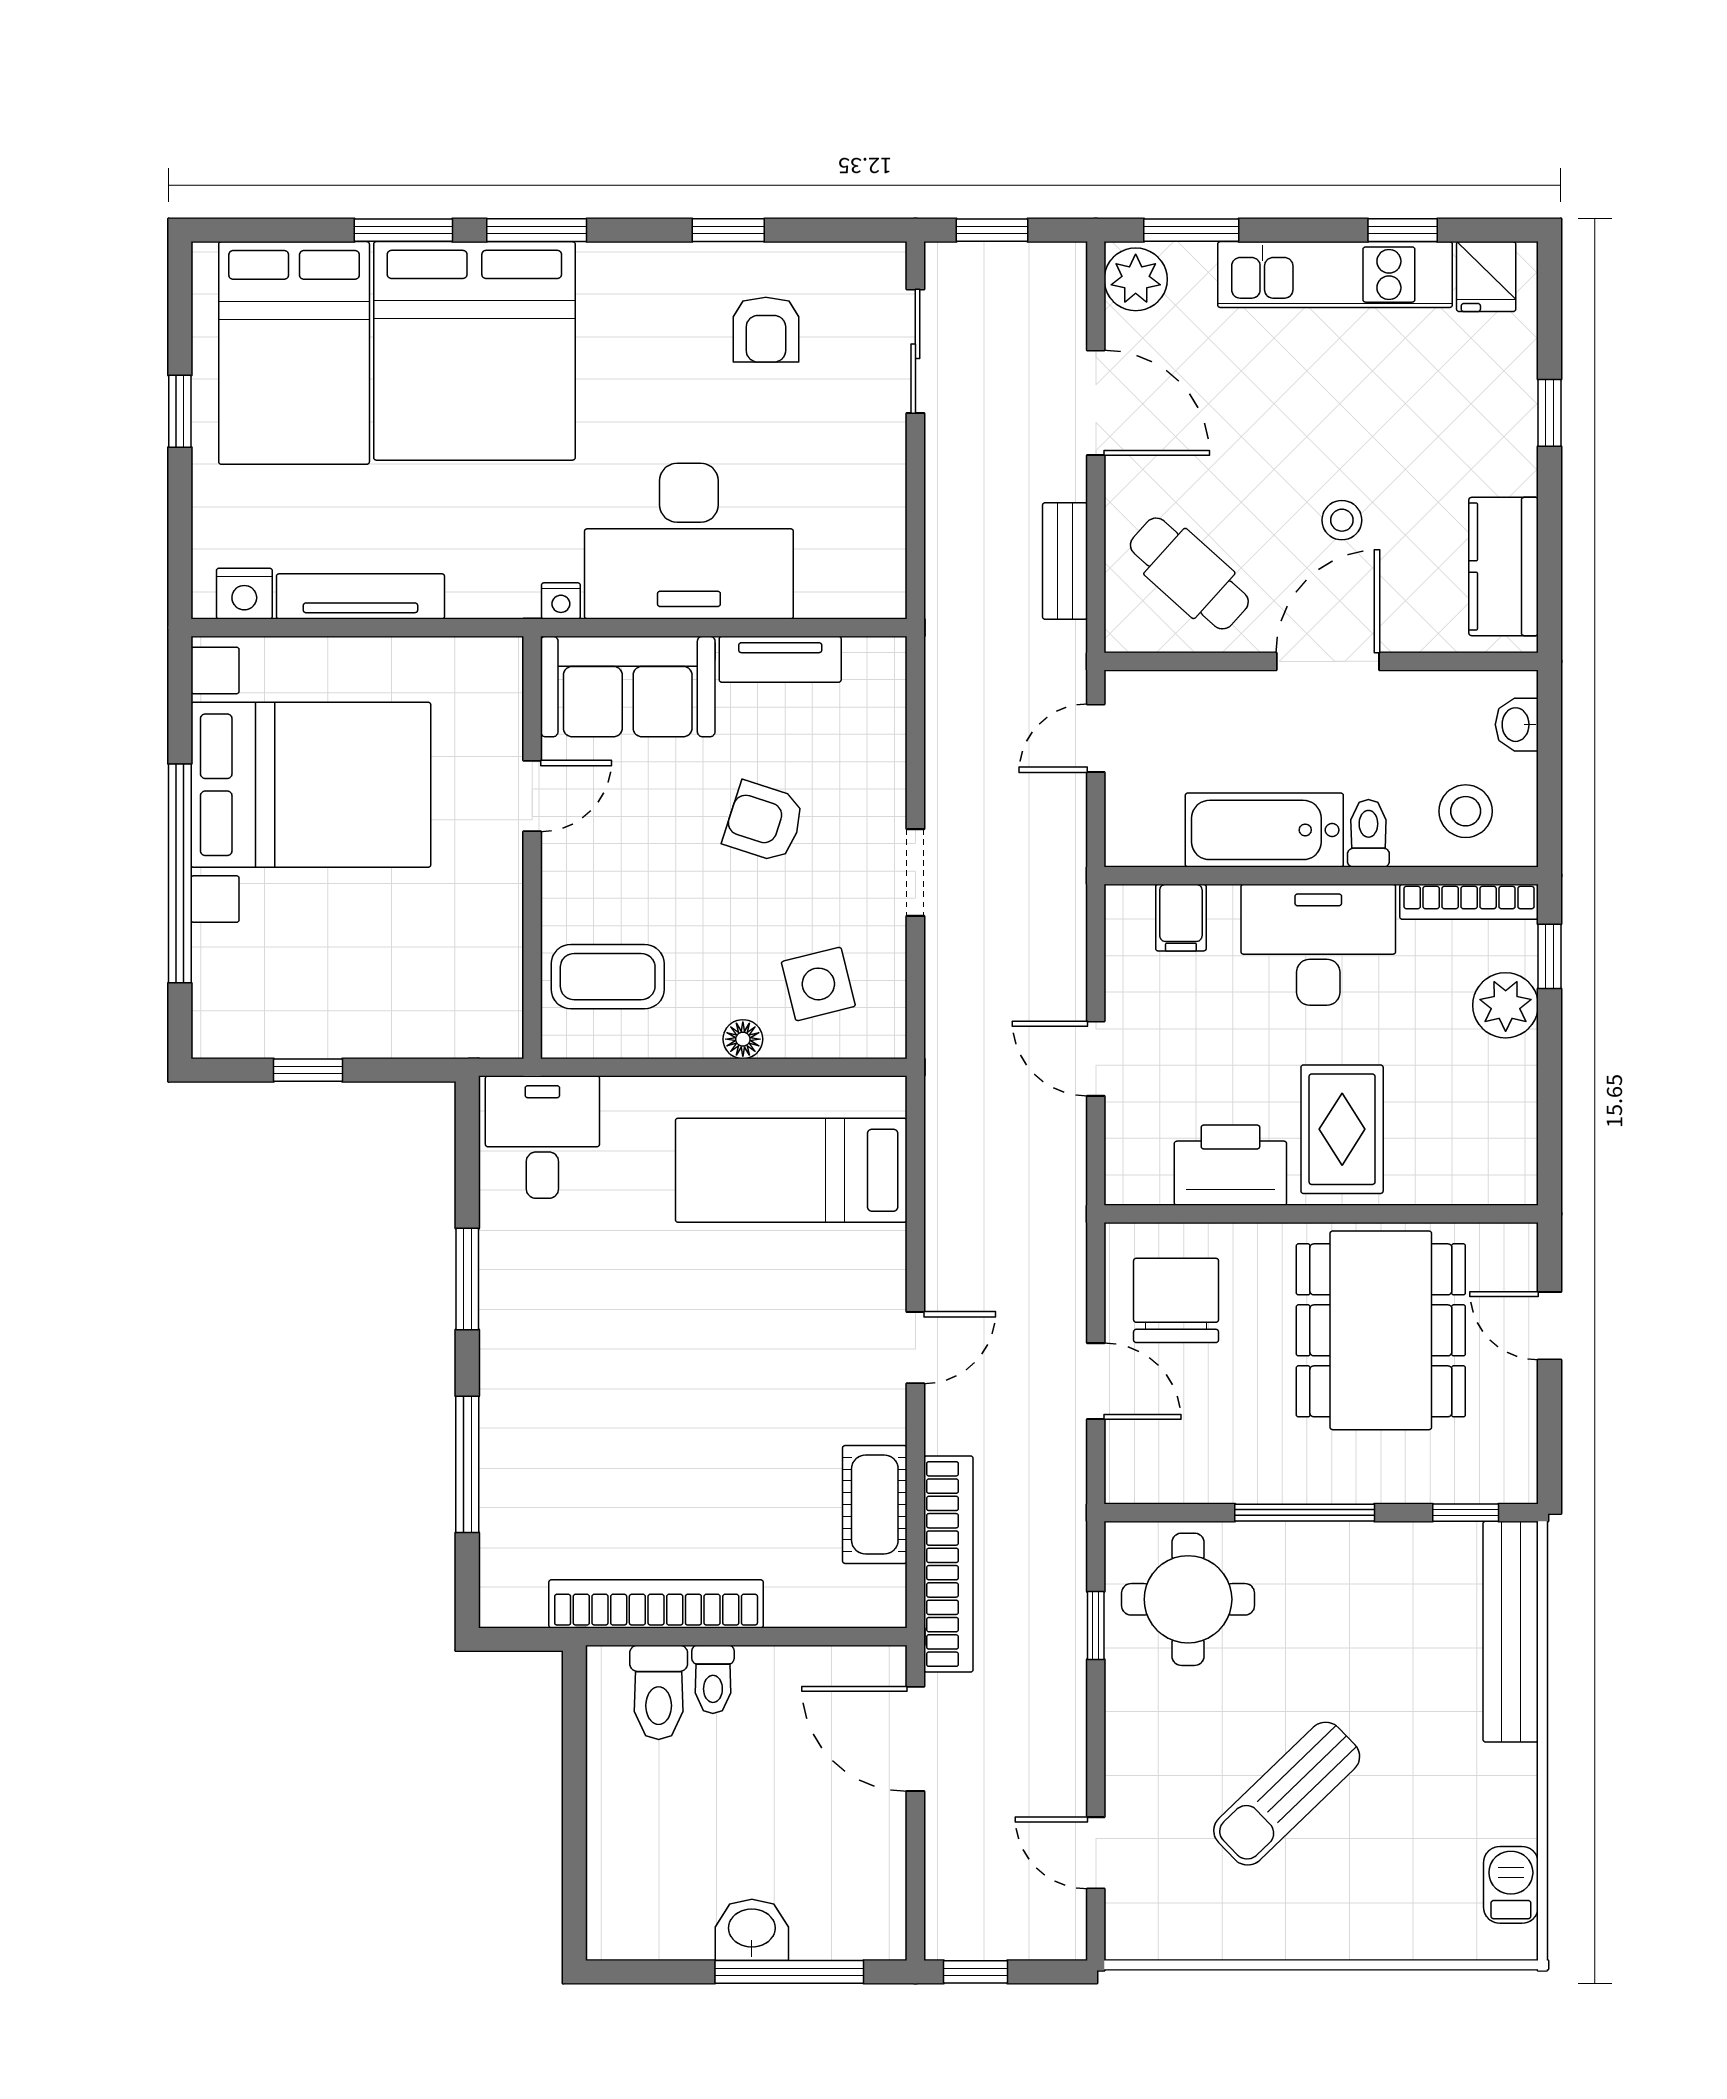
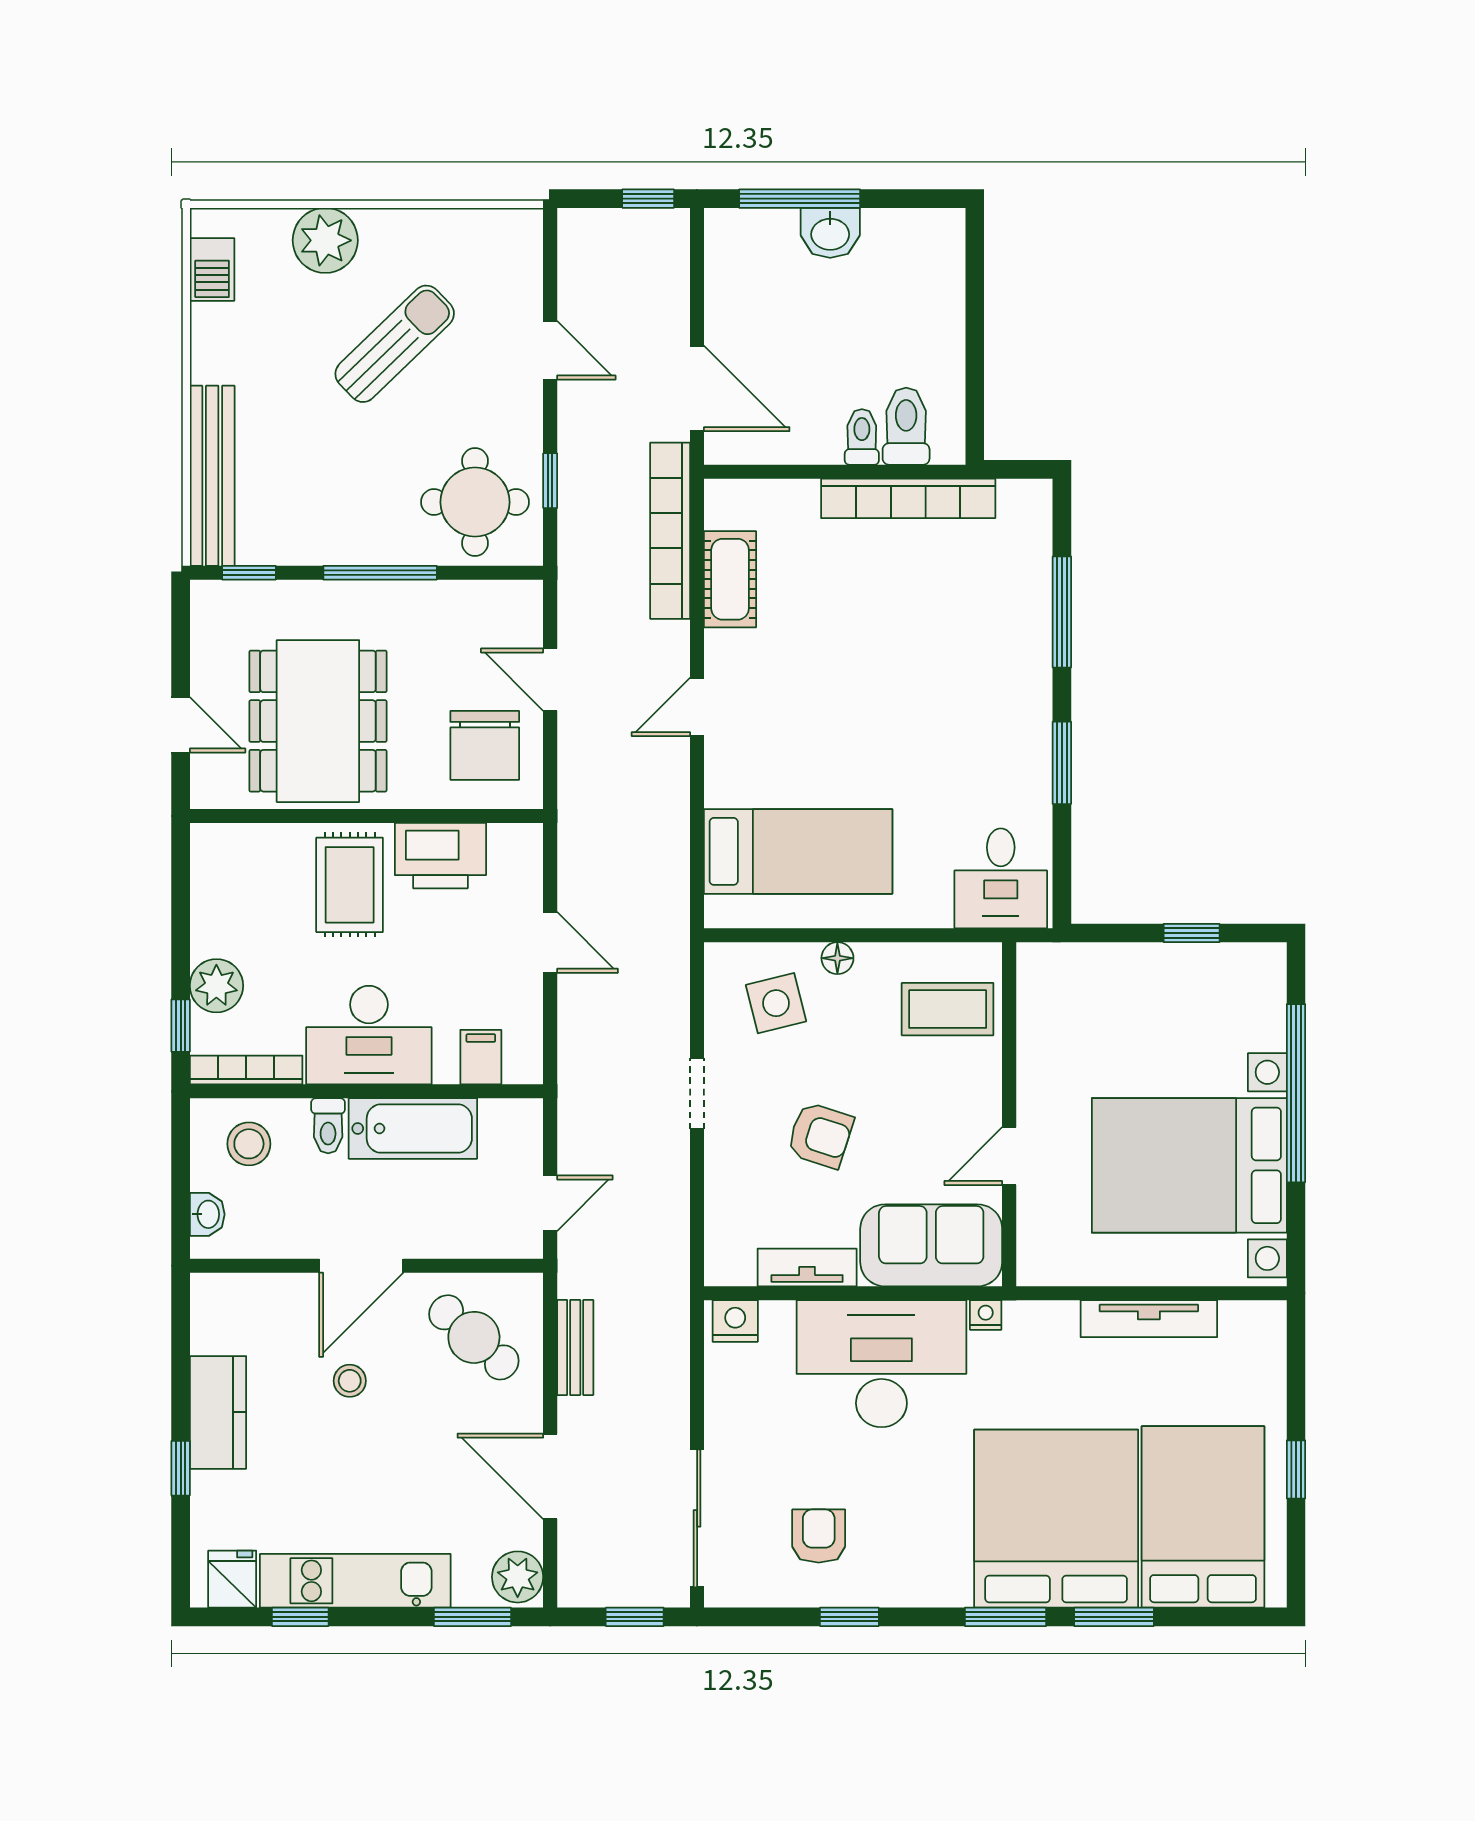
sliding door: (915, 351) -> (697, 1518), width x1.37
kitchen counter: (1504, 566) -> (218, 1412), moved
nightstand: (244, 594) -> (735, 1321), moved
door: (1096, 1853) -> (550, 350), moved
plant: (1372, 1921) -> (325, 240), added

